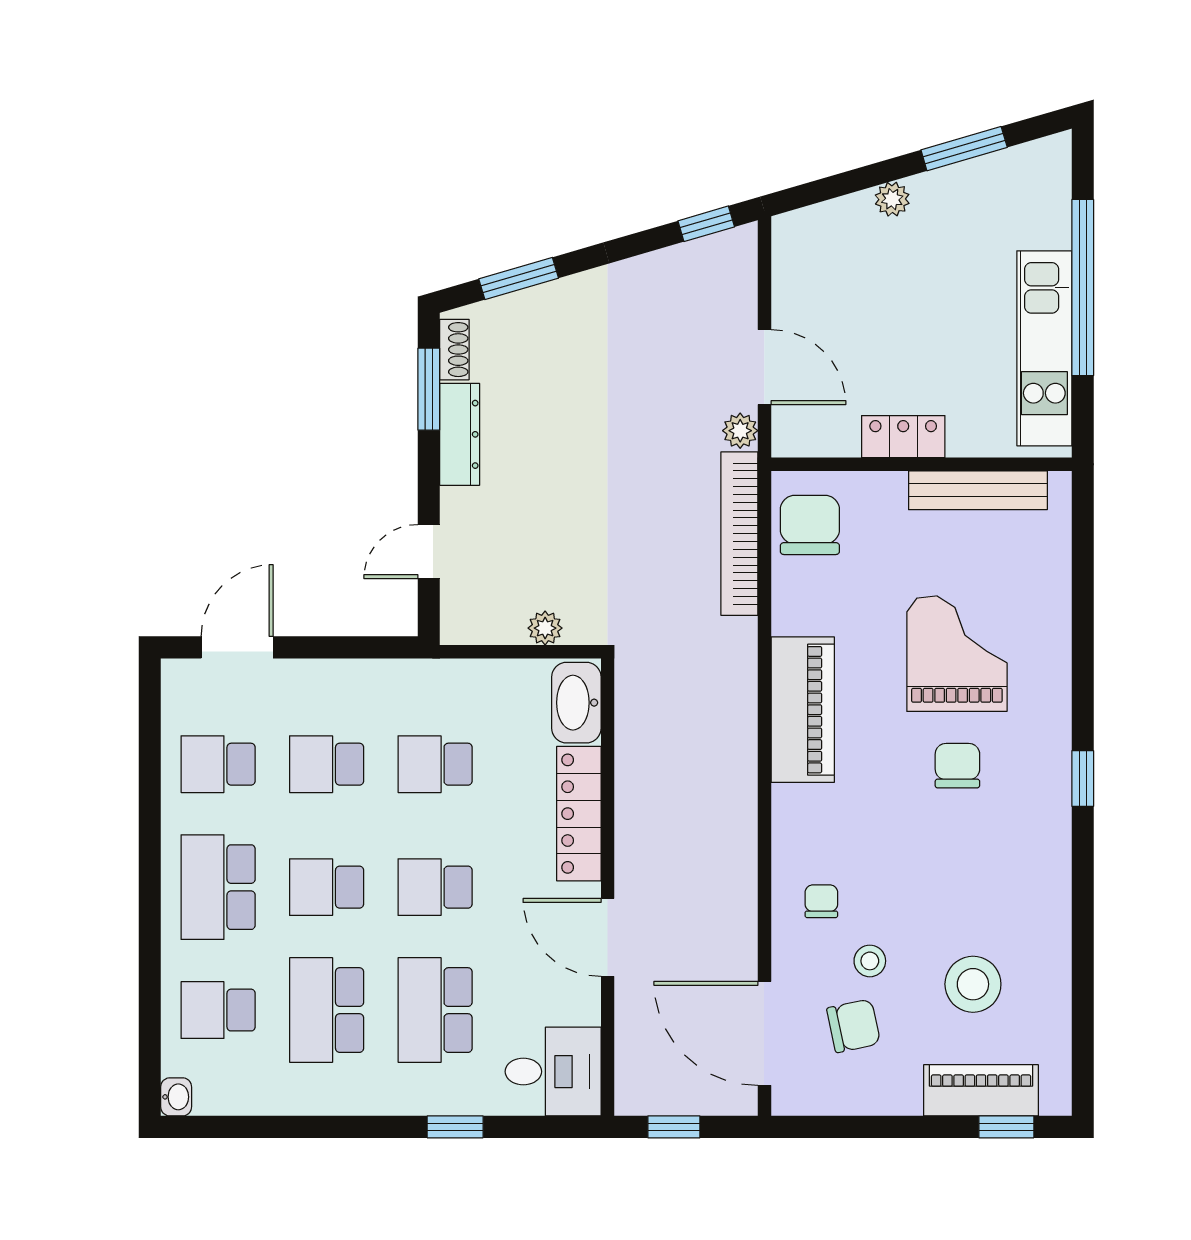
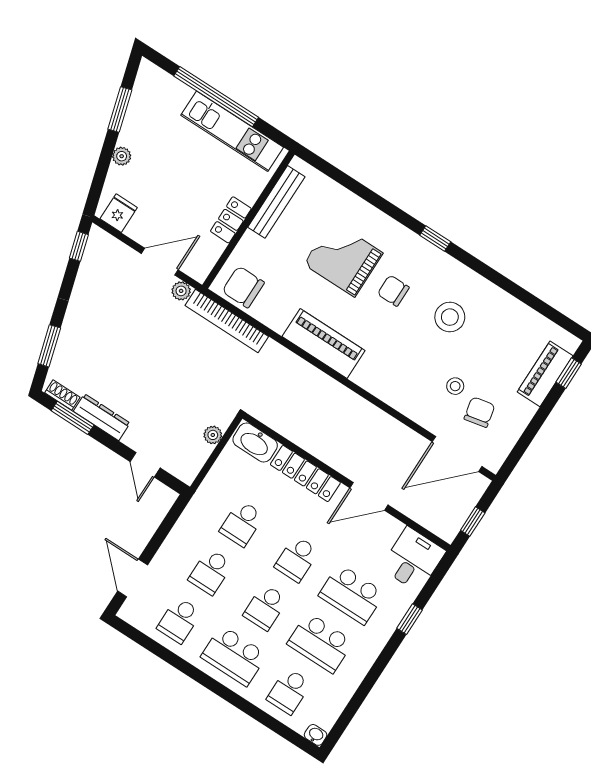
fridge: (799, 253) -> (119, 213), added
chair: (821, 901) -> (415, 391), removed
stool: (973, 984) -> (450, 317), moved

